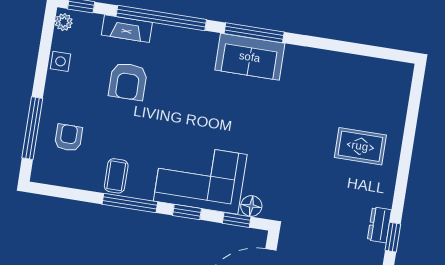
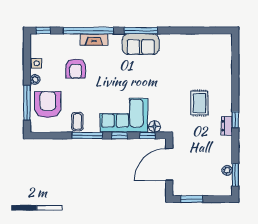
plant: (64, 22) -> (35, 79), moved
fireplace: (127, 29) -> (94, 39), moved
armchair: (68, 138) -> (48, 105), width x1.88, depth x1.88
rug: (360, 146) -> (199, 103), moved, turned 90
window: (393, 237) -> (235, 120), moved

